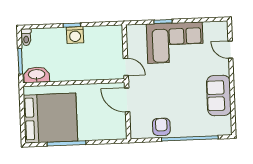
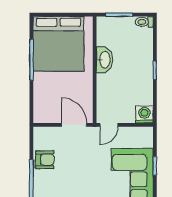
washing machine: (75, 35) -> (144, 115), moved, turned 90
washbasin: (37, 75) -> (104, 60), moved
door: (127, 100) -> (74, 125), hinge flipped

